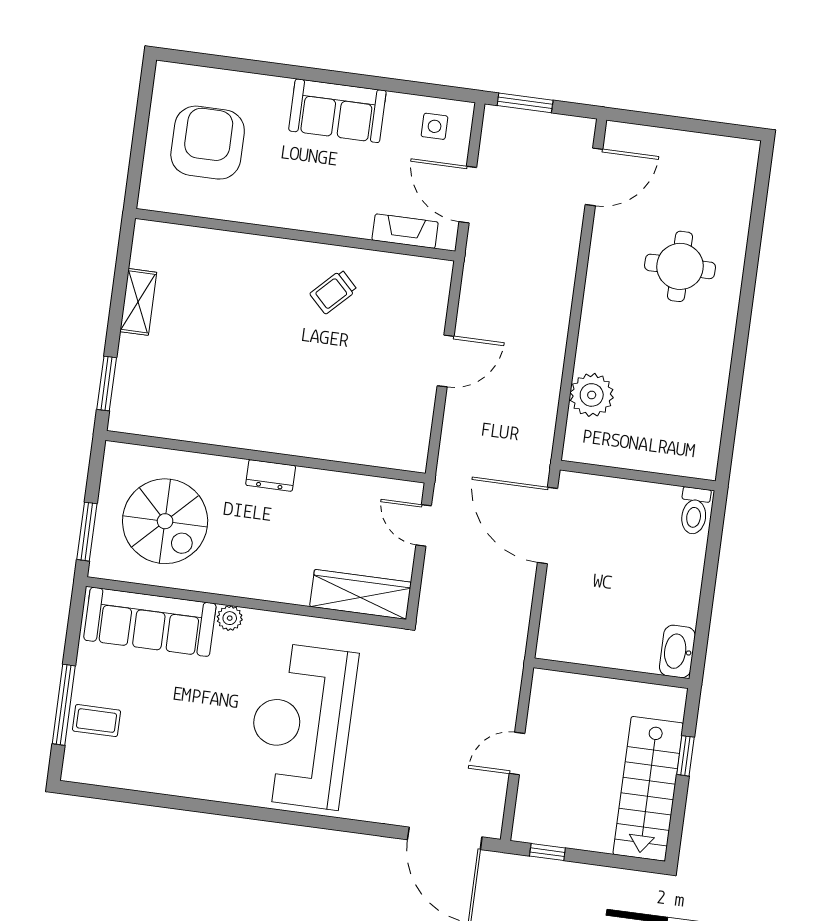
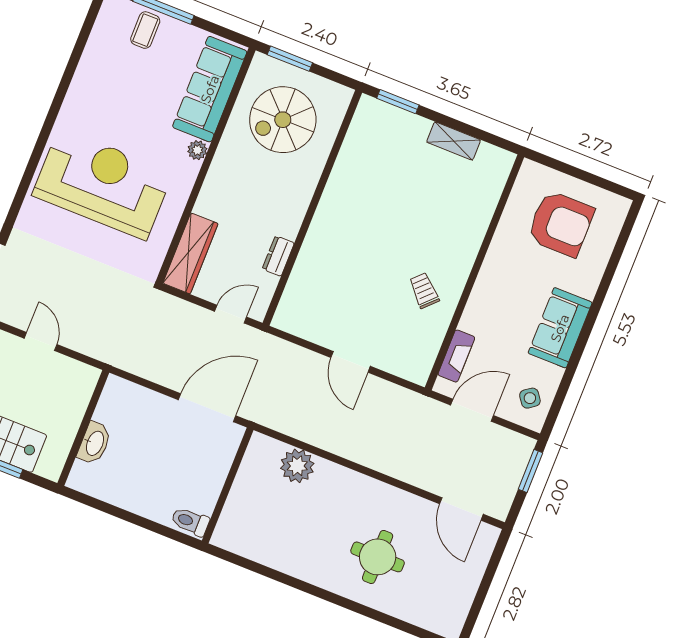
side table: (435, 126) -> (530, 398), turned -36
dresser: (271, 475) -> (278, 256), moved
washbasin: (677, 651) -> (94, 443), moved, turned 90

